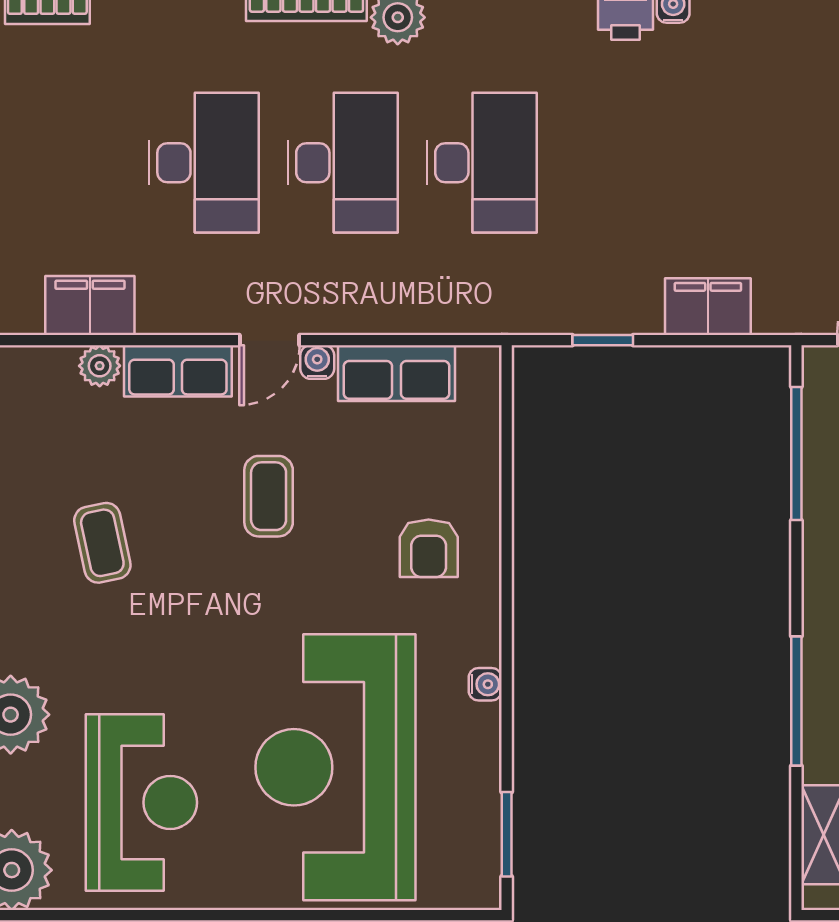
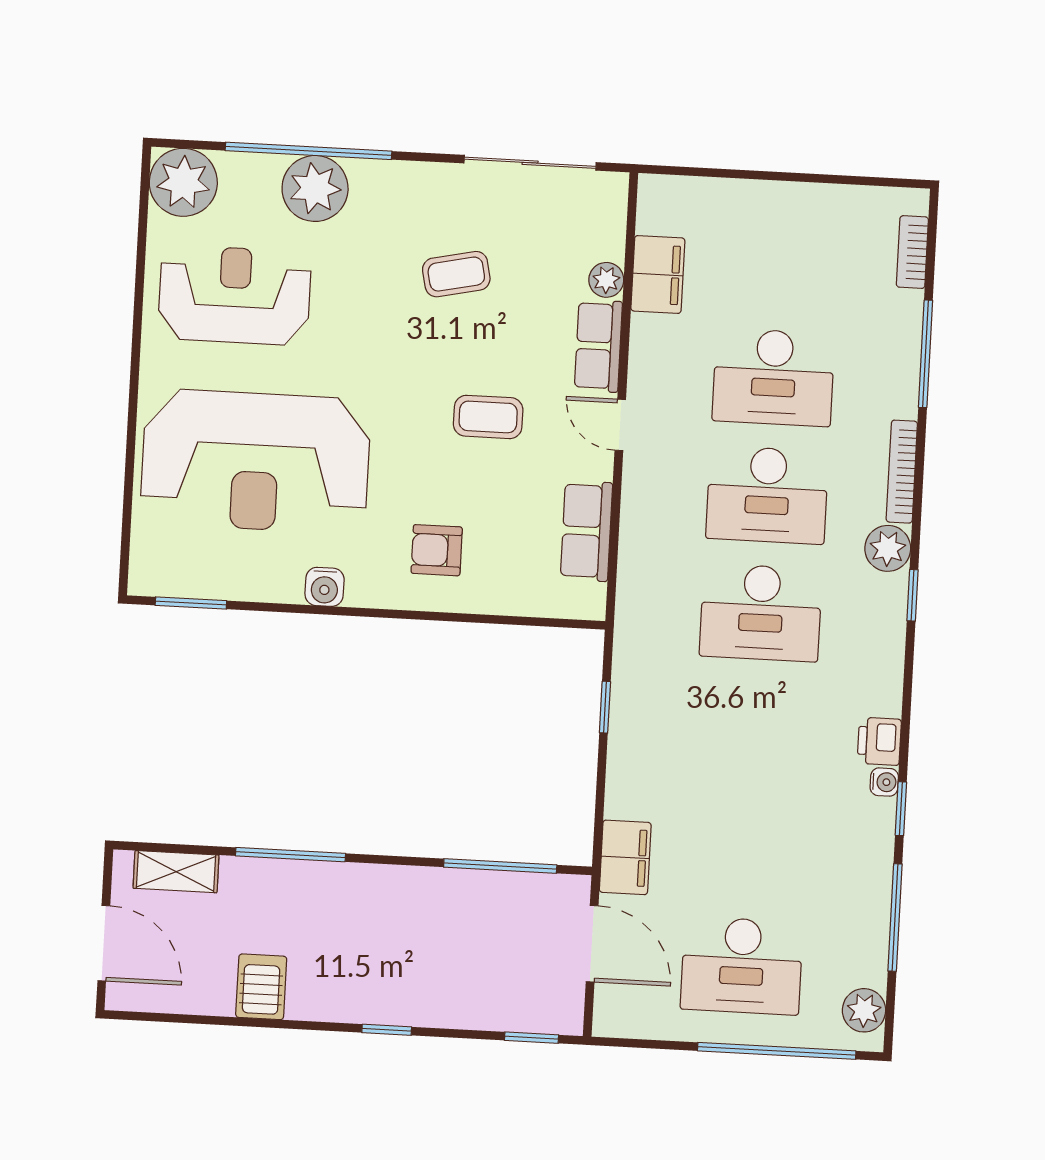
filing cabinet: (708, 307) -> (625, 857), moved
water cooler: (317, 362) -> (600, 464), removed
water cooler: (485, 684) -> (325, 587), width x1.38, depth x1.38
reception desk: (335, 767) -> (255, 461), turned 180
reception desk: (141, 802) -> (235, 295), turned 180

